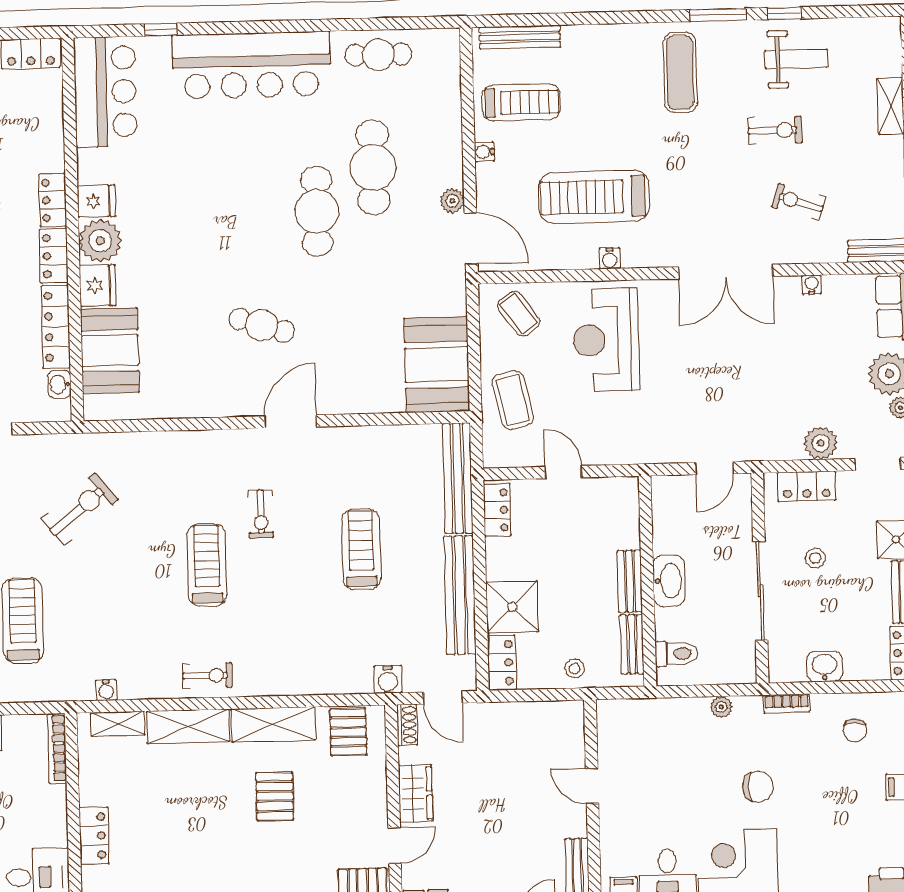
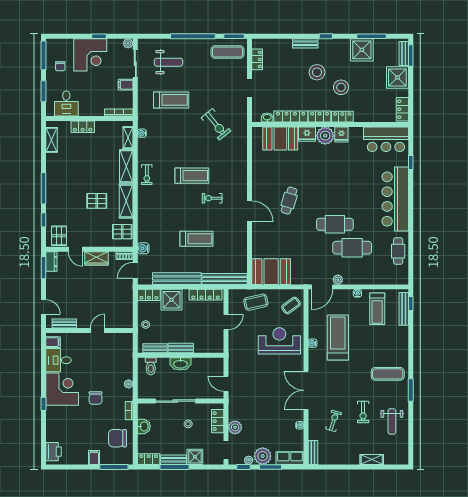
window: (784, 13) -> (411, 304), moved
locker: (497, 510) -> (206, 295), width x1.53
chair: (855, 730) -> (118, 438), width x1.87, depth x1.87

